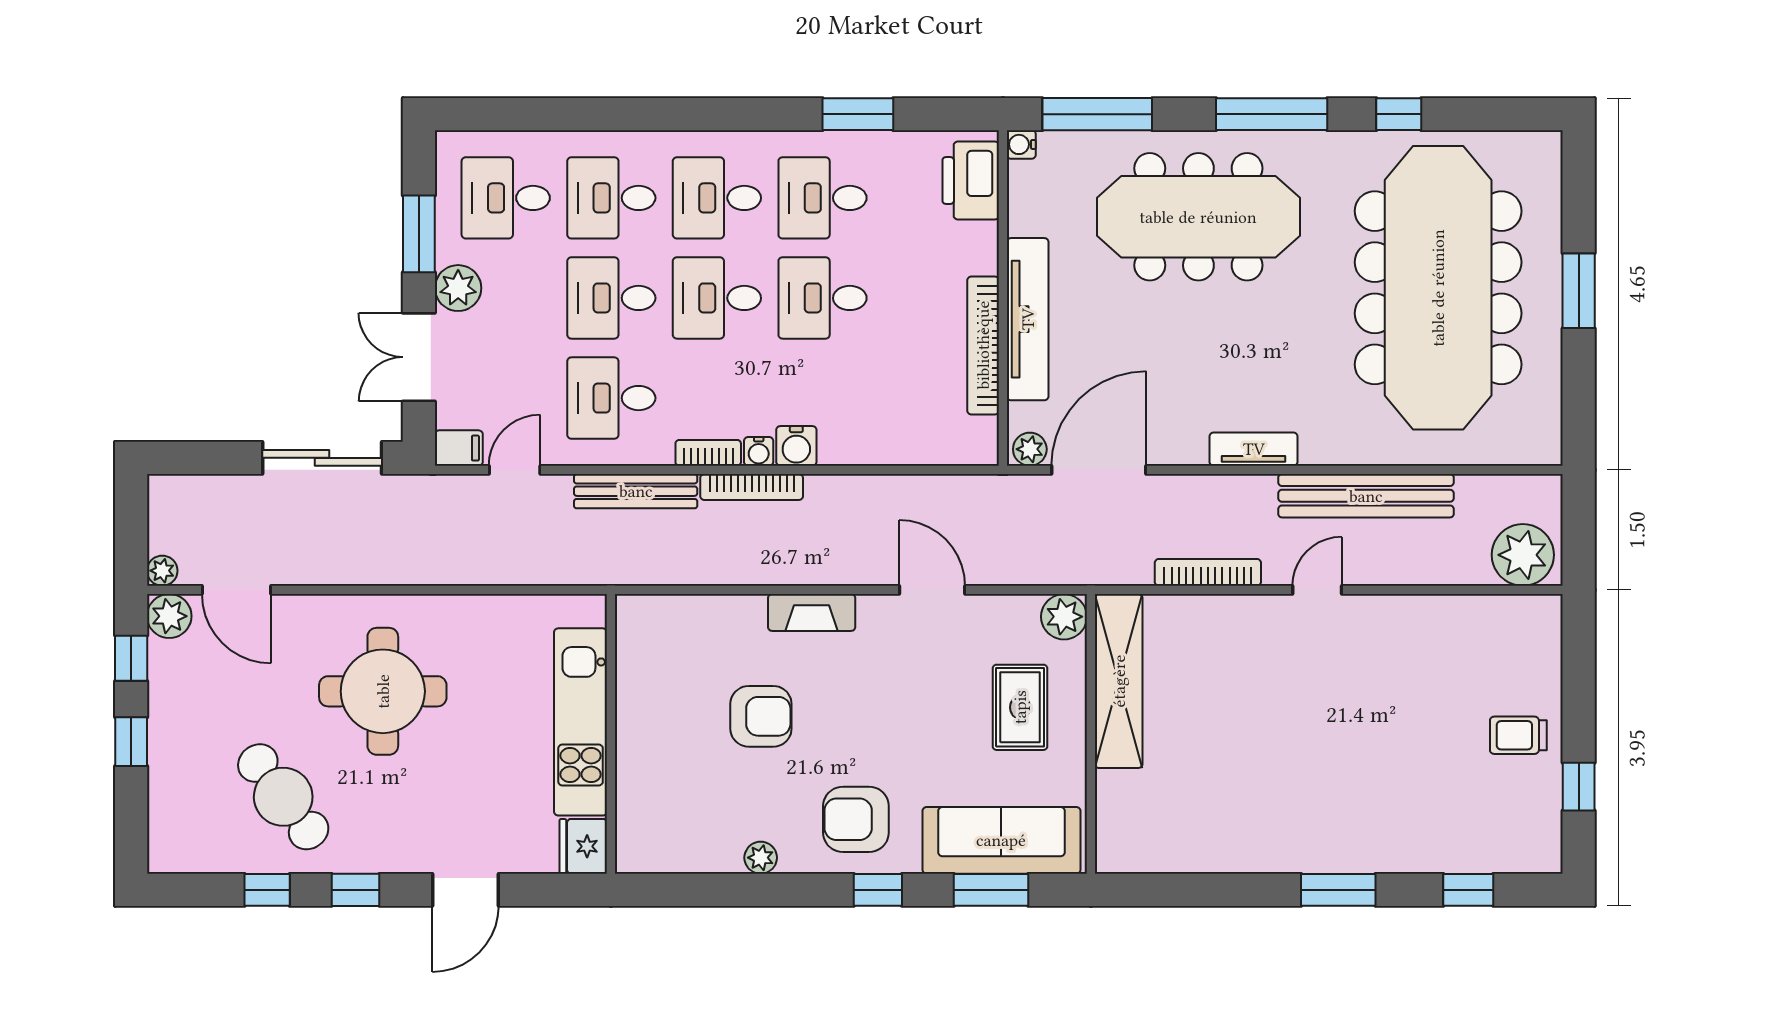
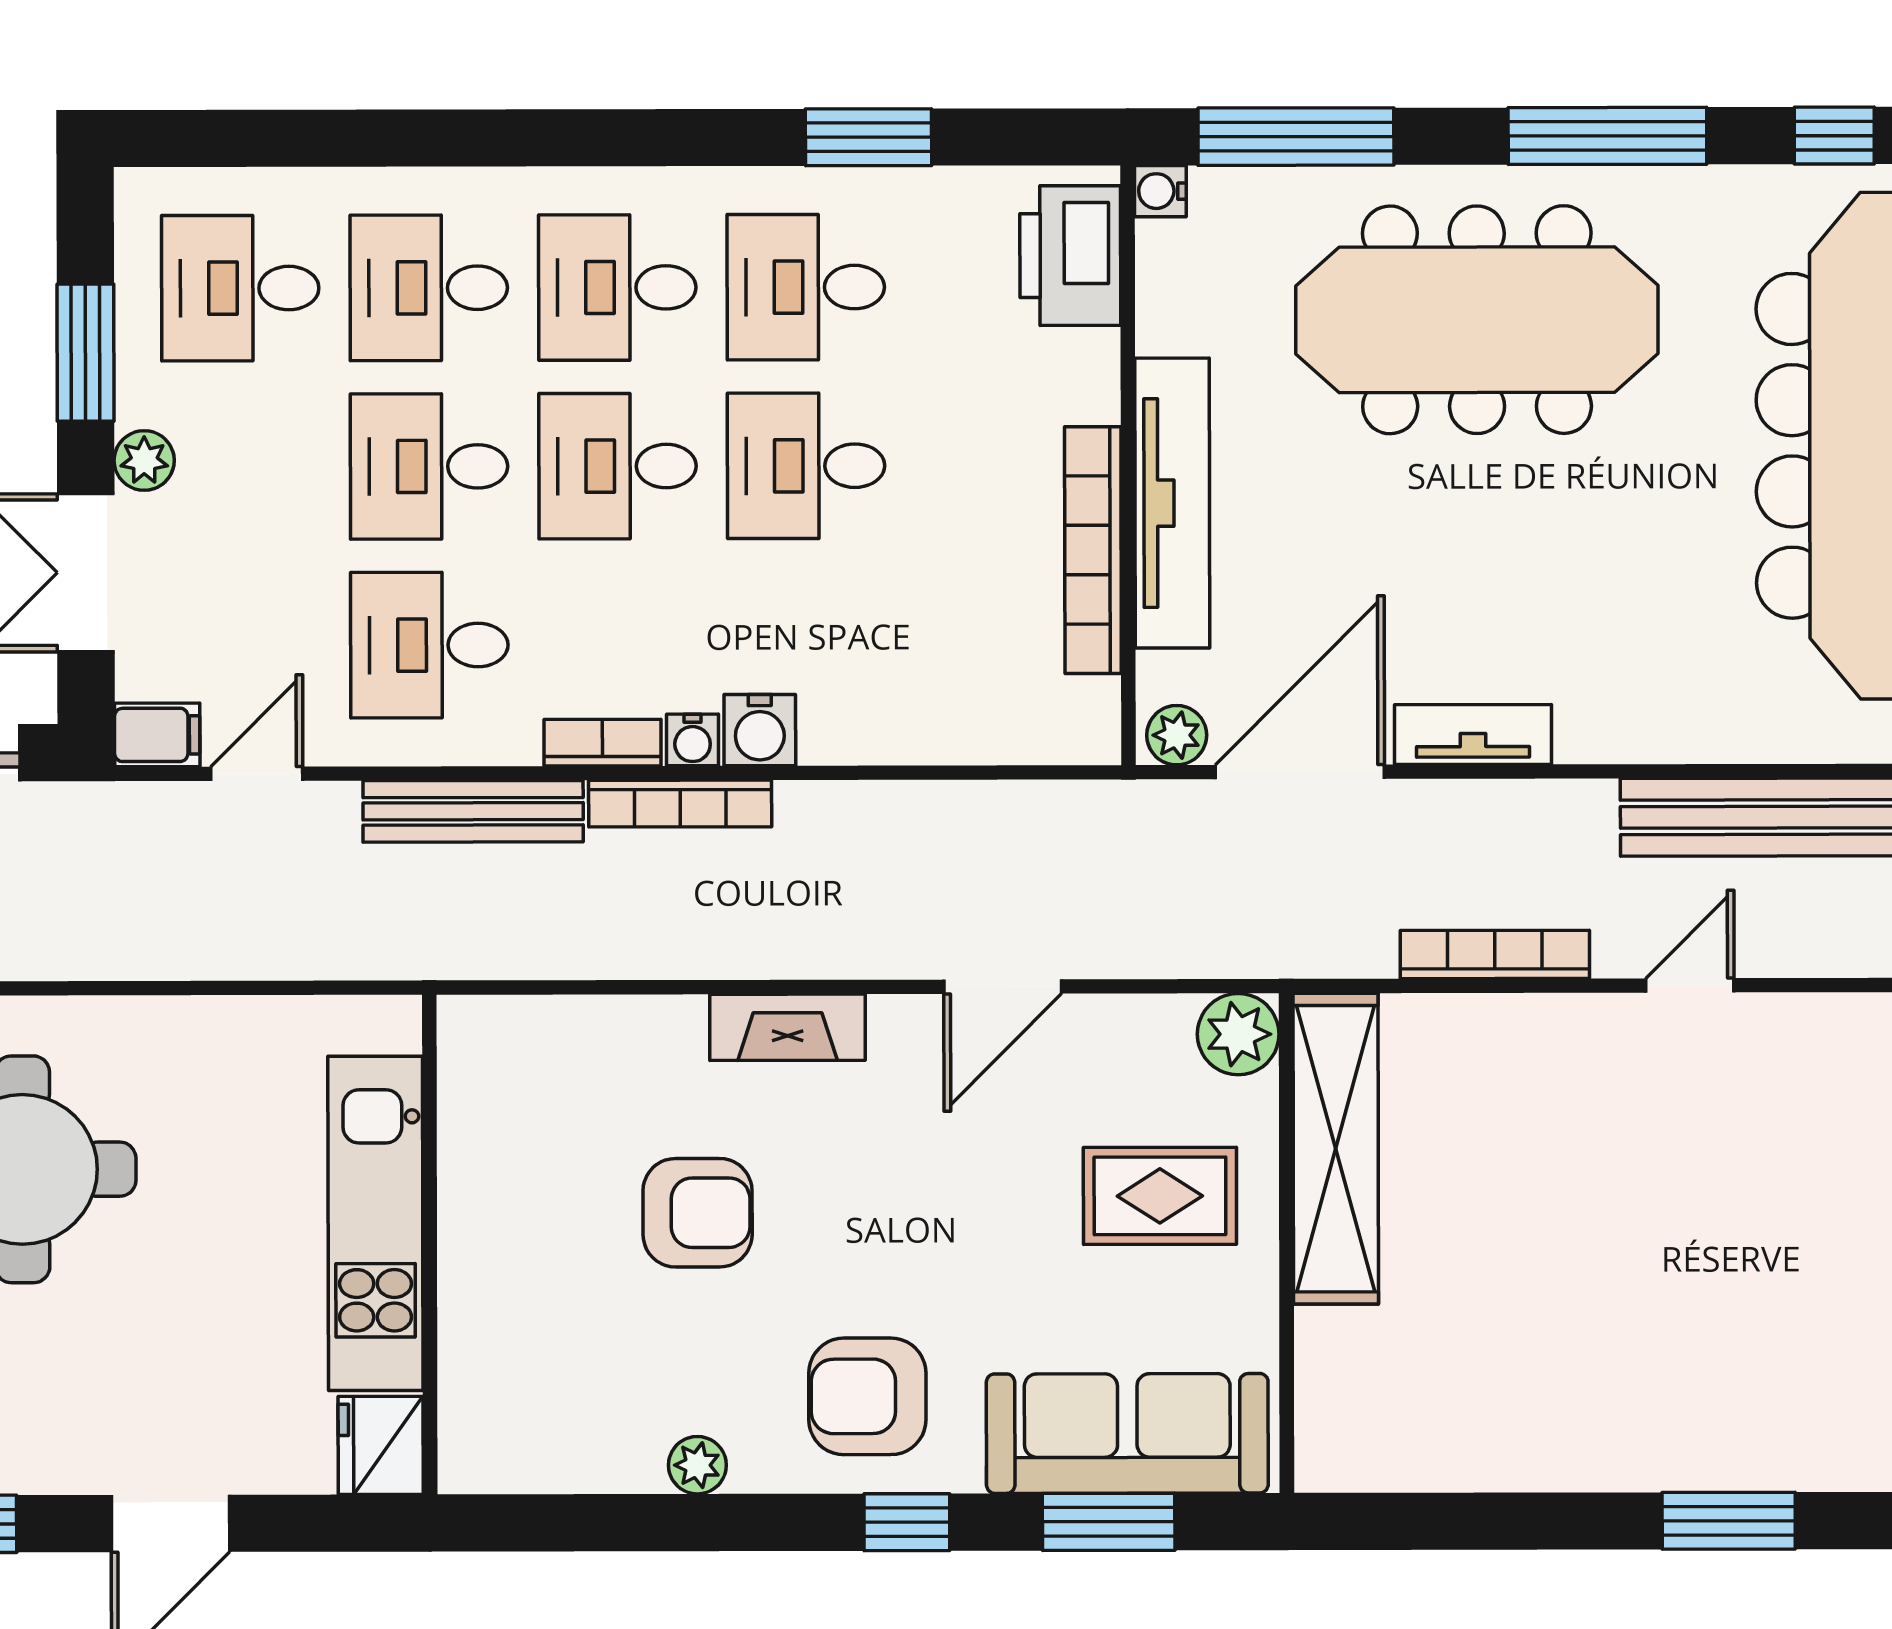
plant: (458, 288) -> (144, 460), width x0.73, depth x0.73
tv unit: (1254, 449) -> (1473, 735), moved
door: (932, 590) -> (1003, 987), swing flipped
rug: (1020, 707) -> (1160, 1196), turned 90

